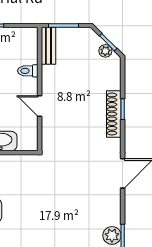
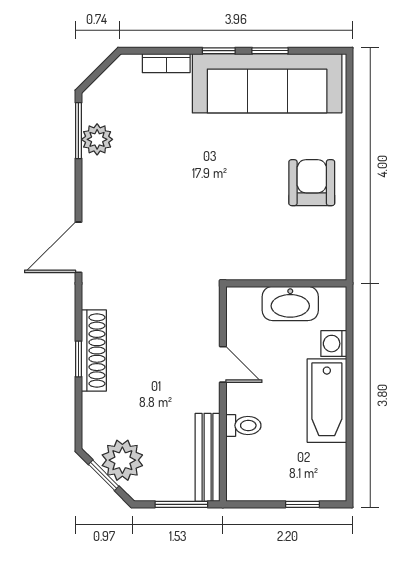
bench: (48, 46) -> (208, 457), width x1.36
plant: (105, 51) -> (122, 460), width x1.88, depth x1.88

